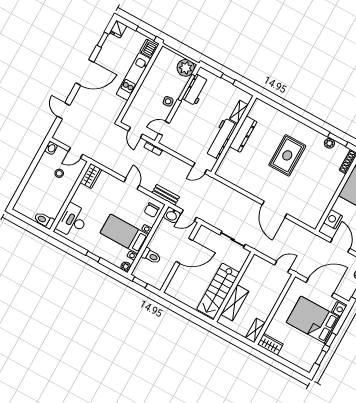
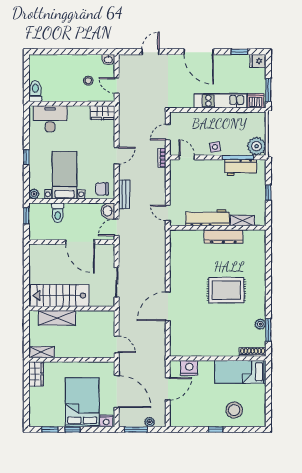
door: (189, 215) -> (117, 227), hinge flipped

